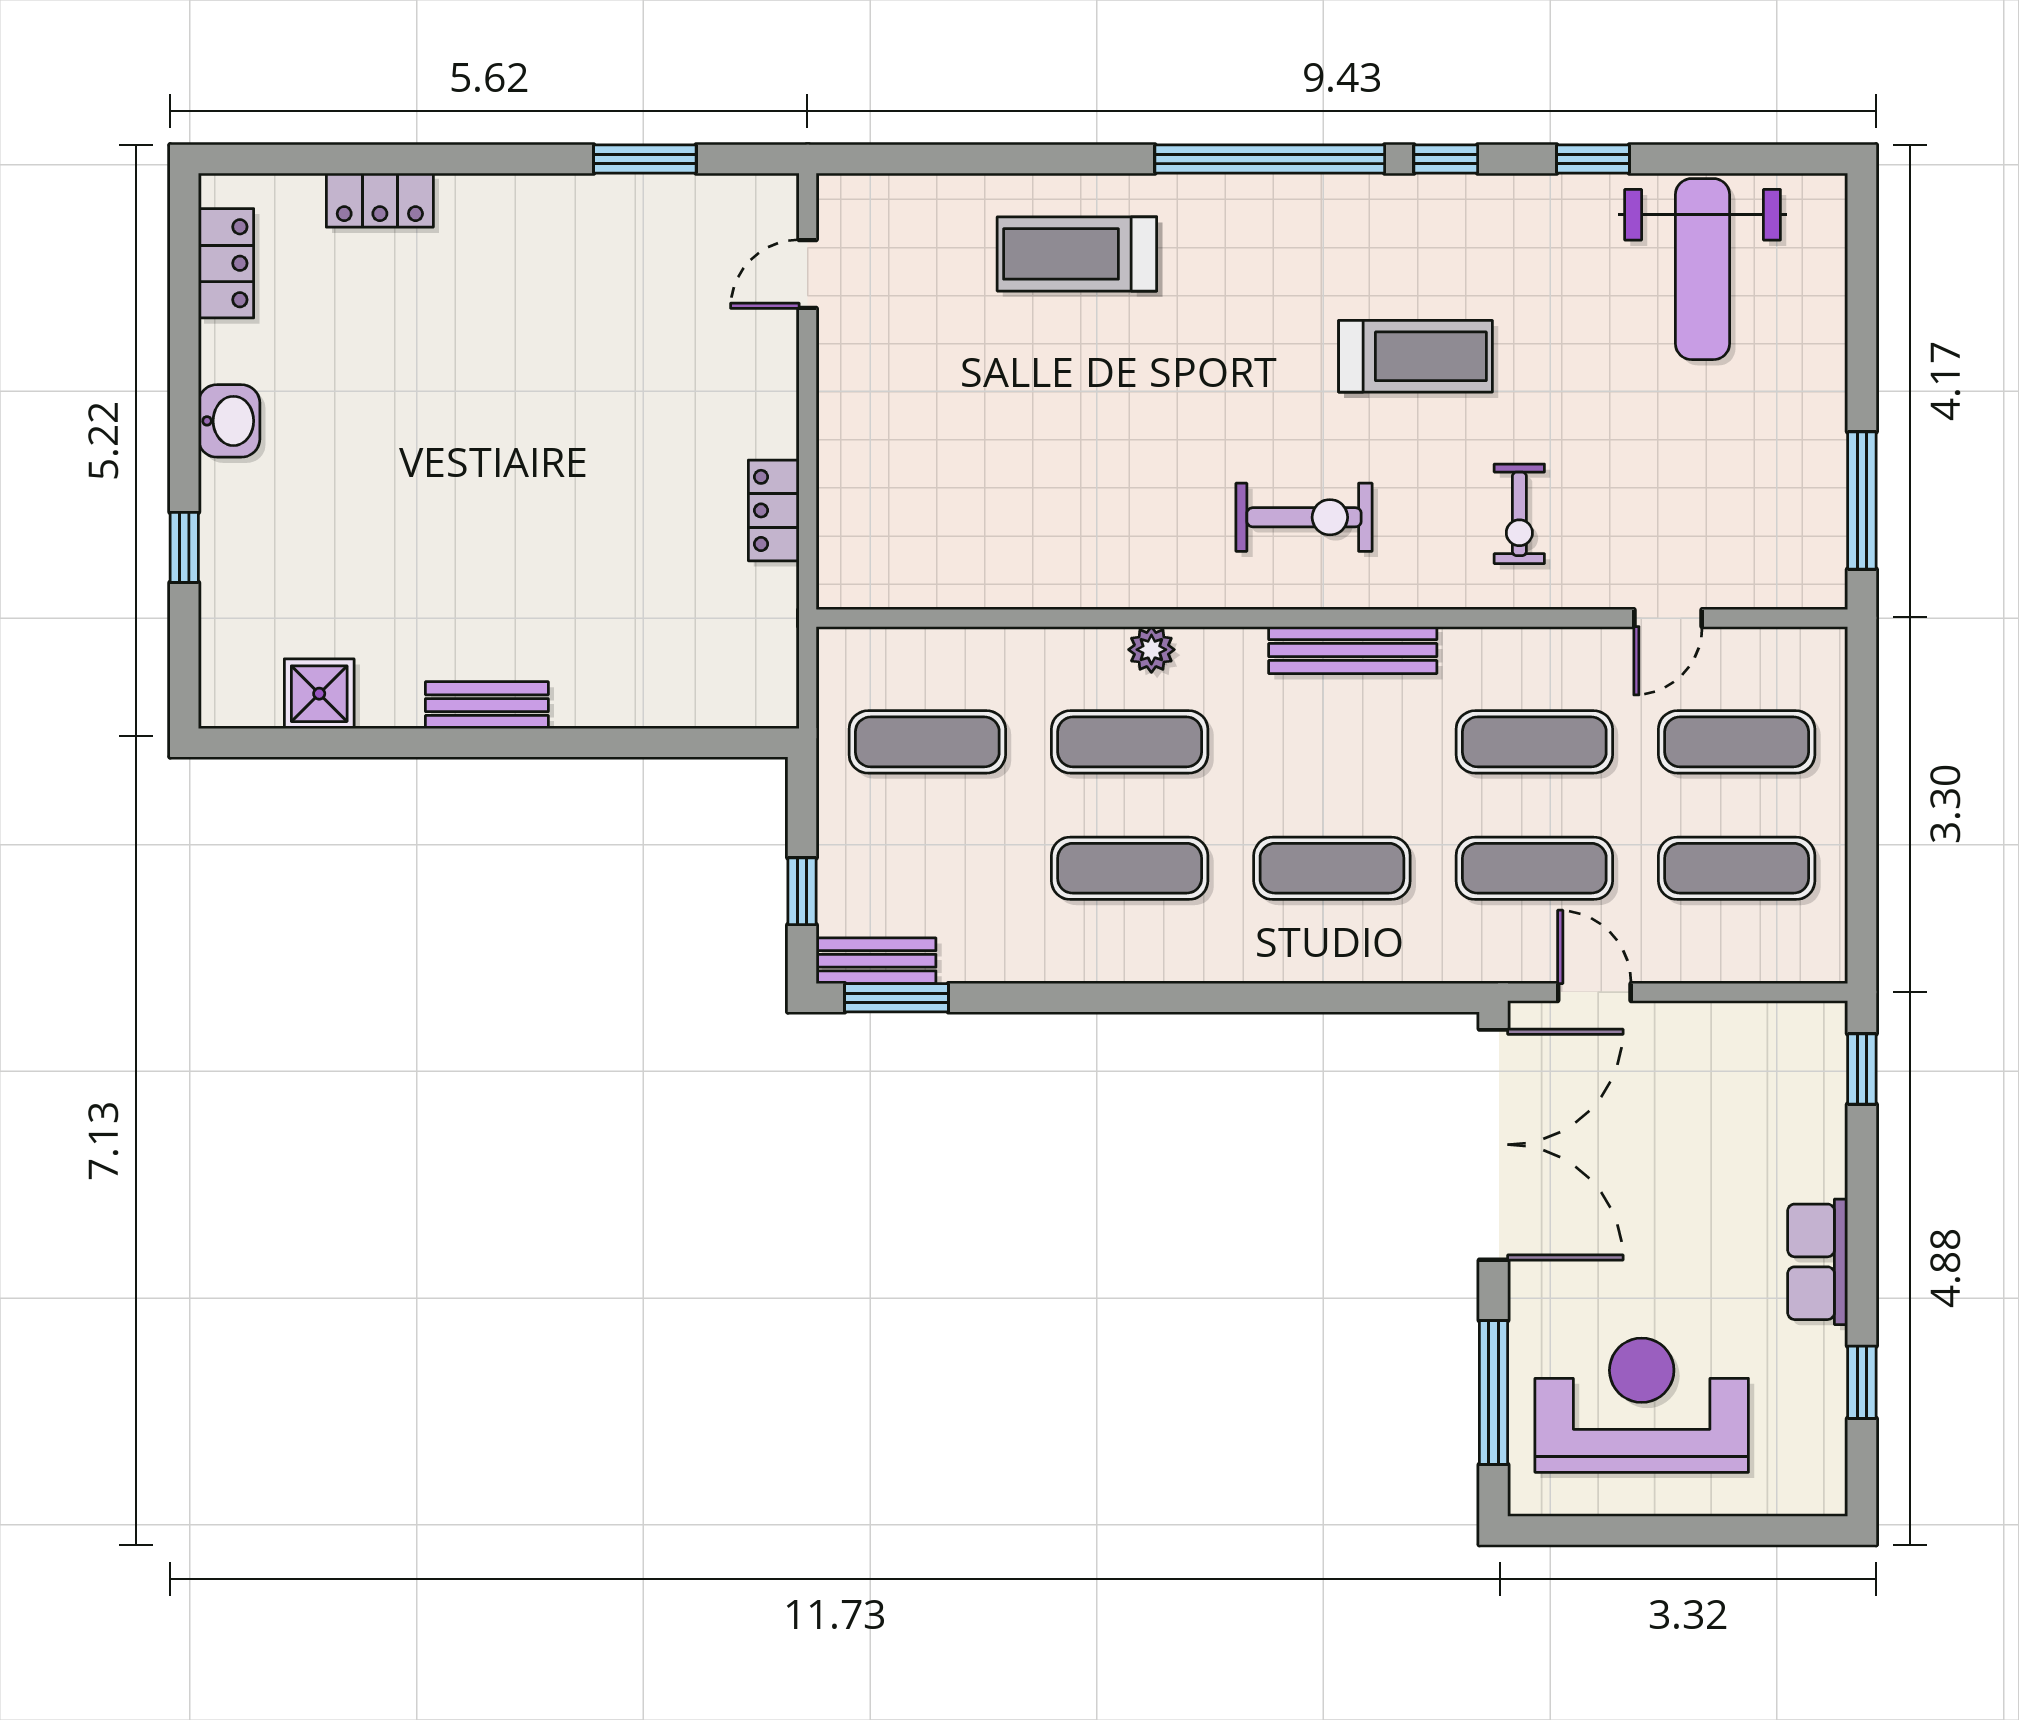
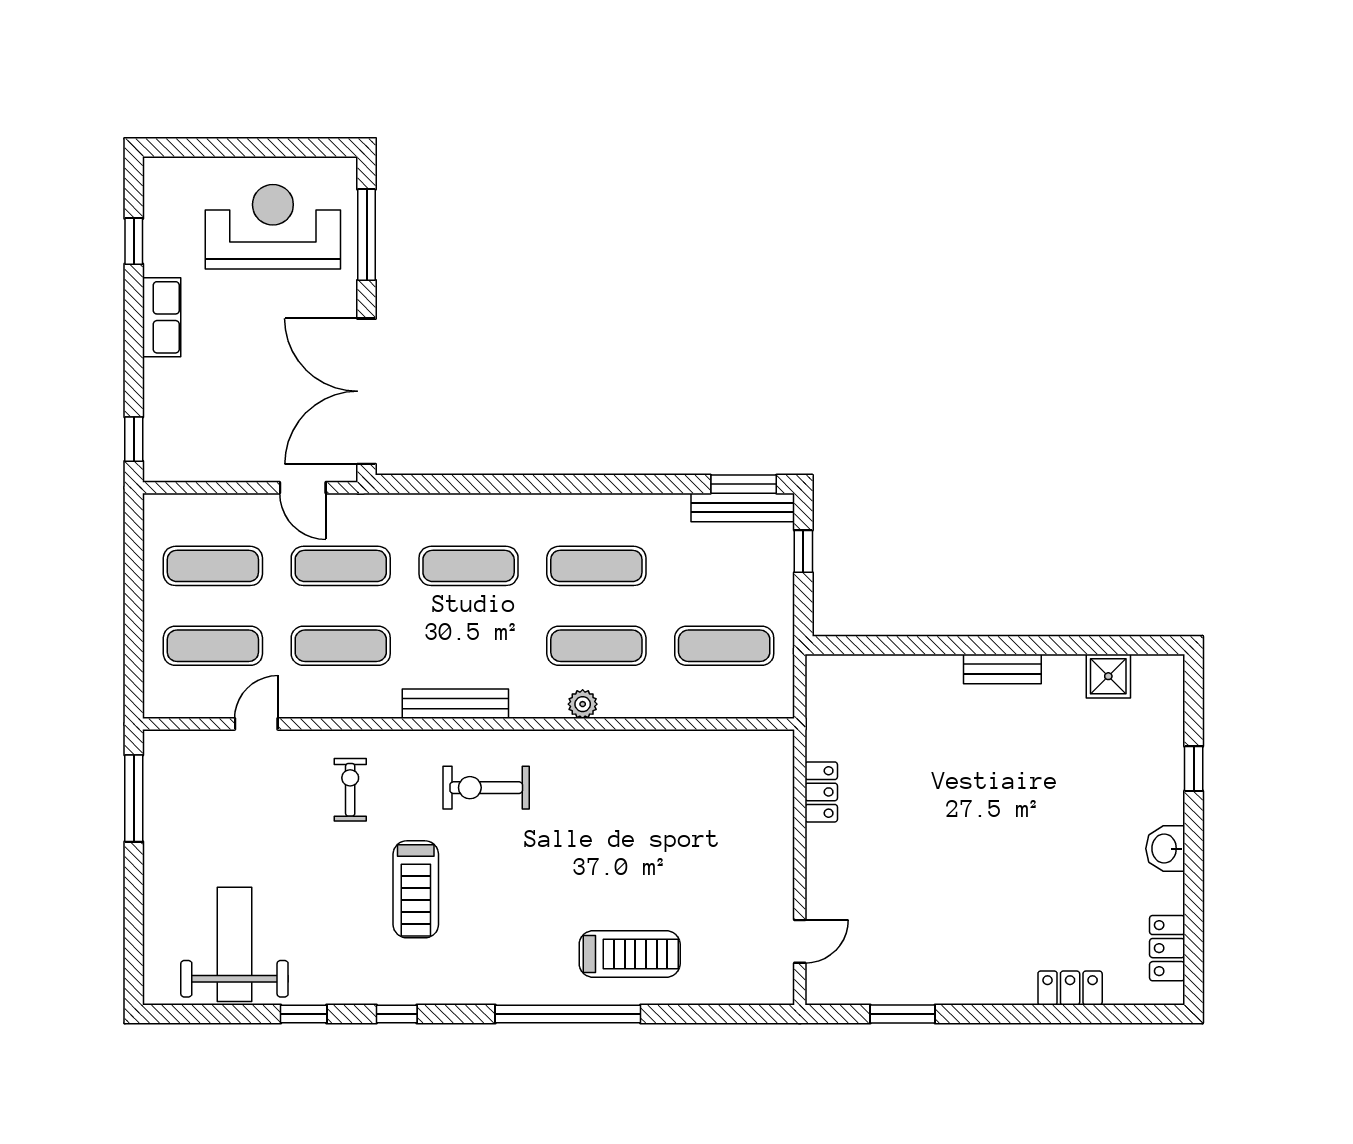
window: (1270, 159) -> (568, 1014), moved
treadmill: (1415, 356) -> (416, 889), turned -90
bench: (876, 961) -> (743, 507), width x1.36
reception desk: (1642, 1405) -> (273, 227), turned 180

